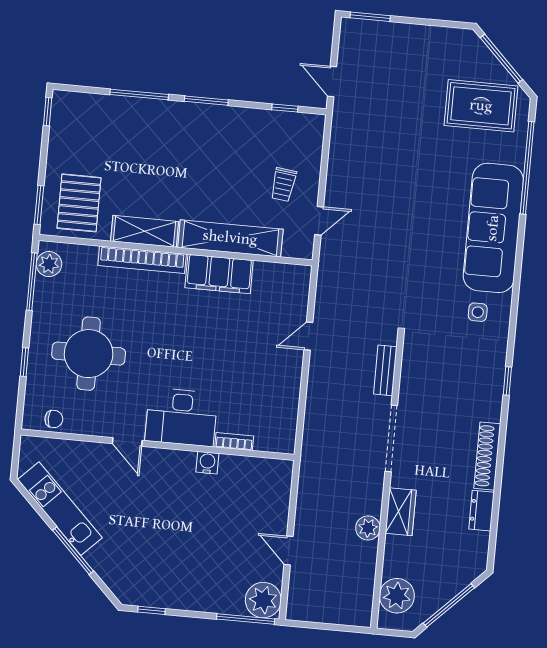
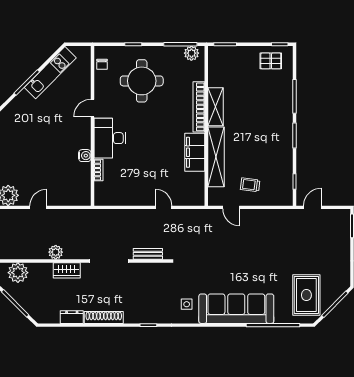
pallet: (79, 203) -> (271, 61), moved, width x0.67, depth x0.71

